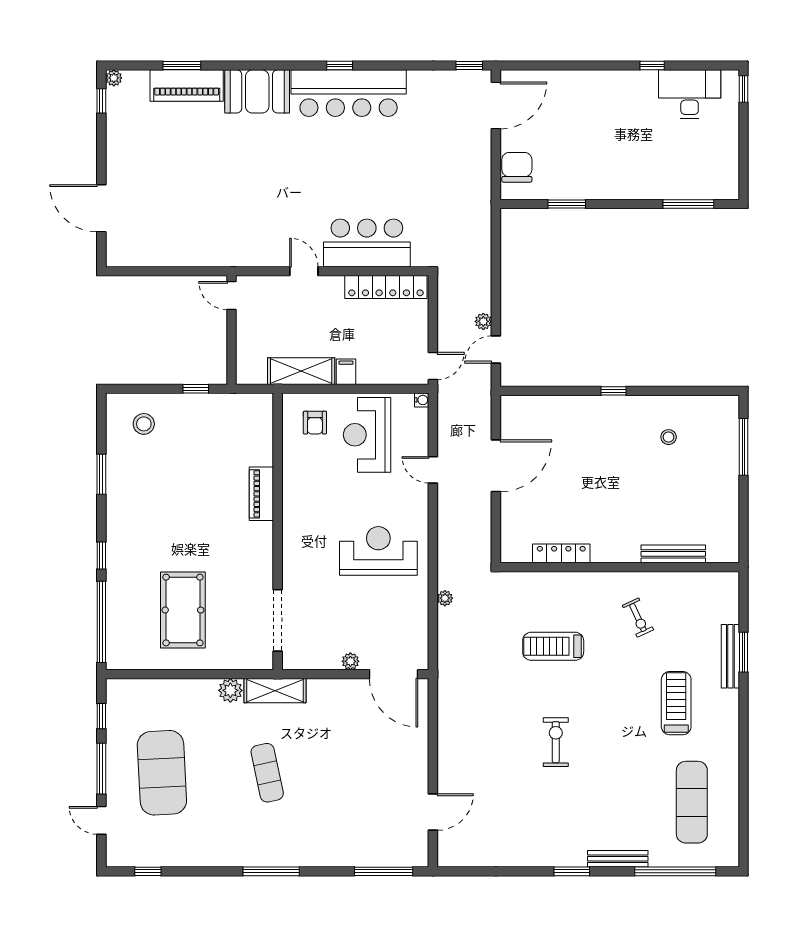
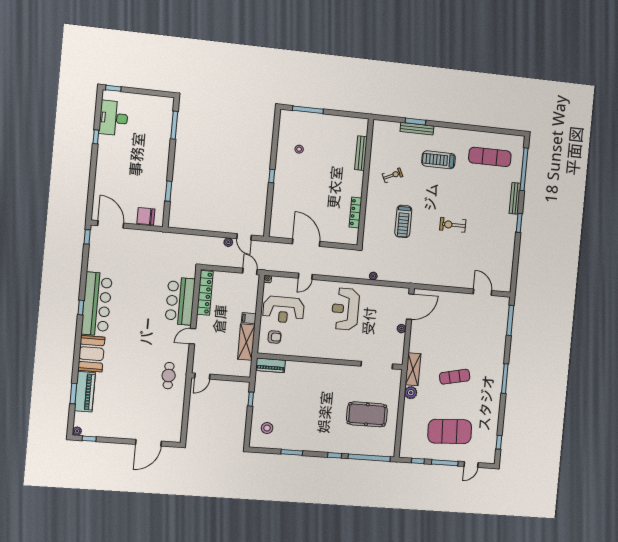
cafe table: (228, 234) -> (169, 376), added
piano: (261, 494) -> (270, 365), moved

